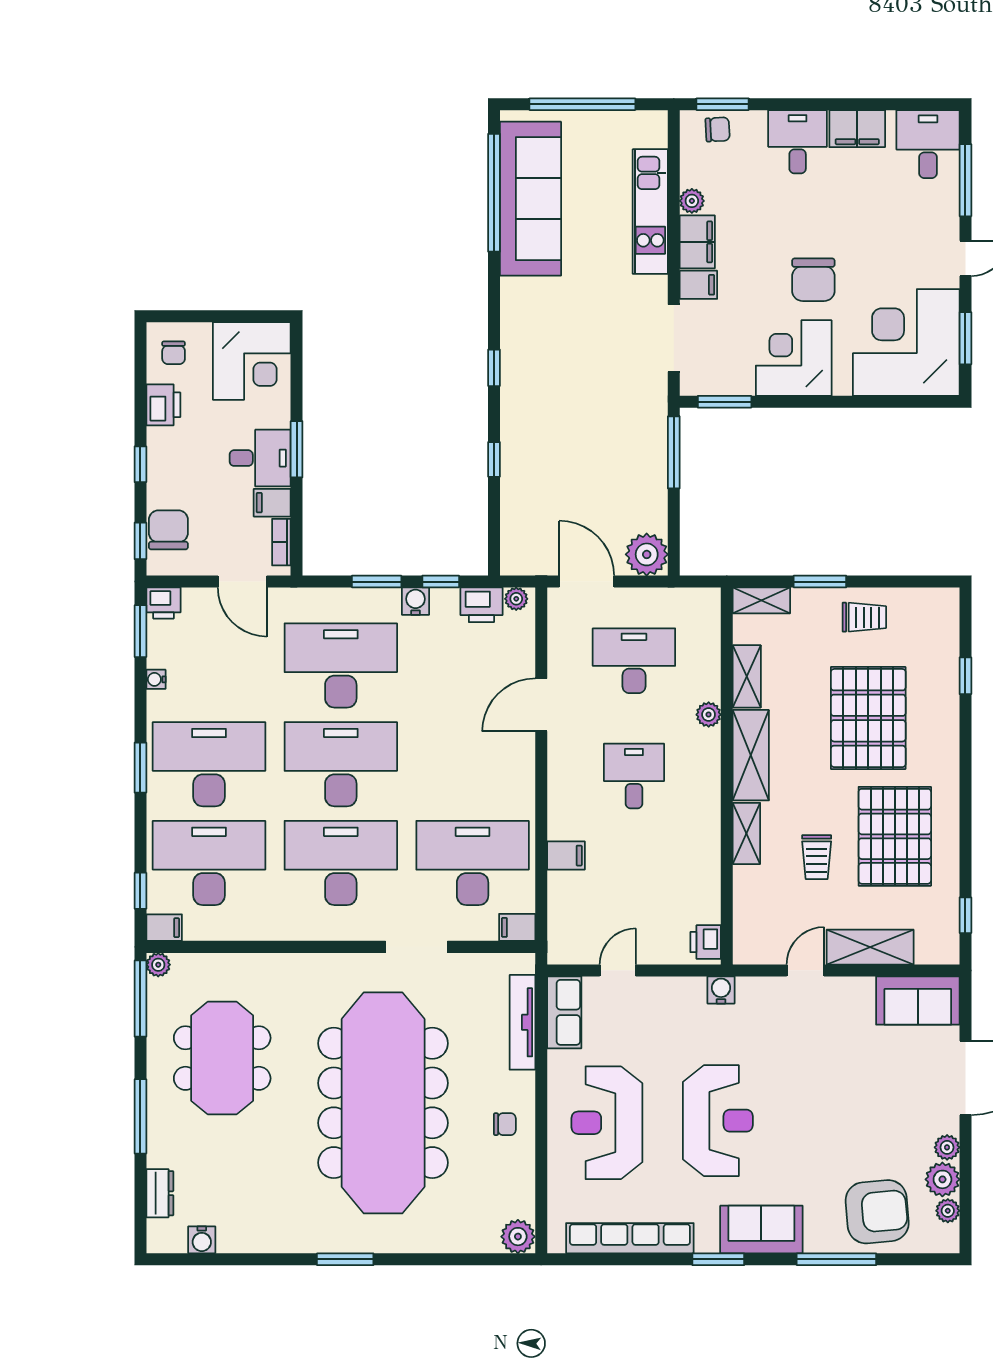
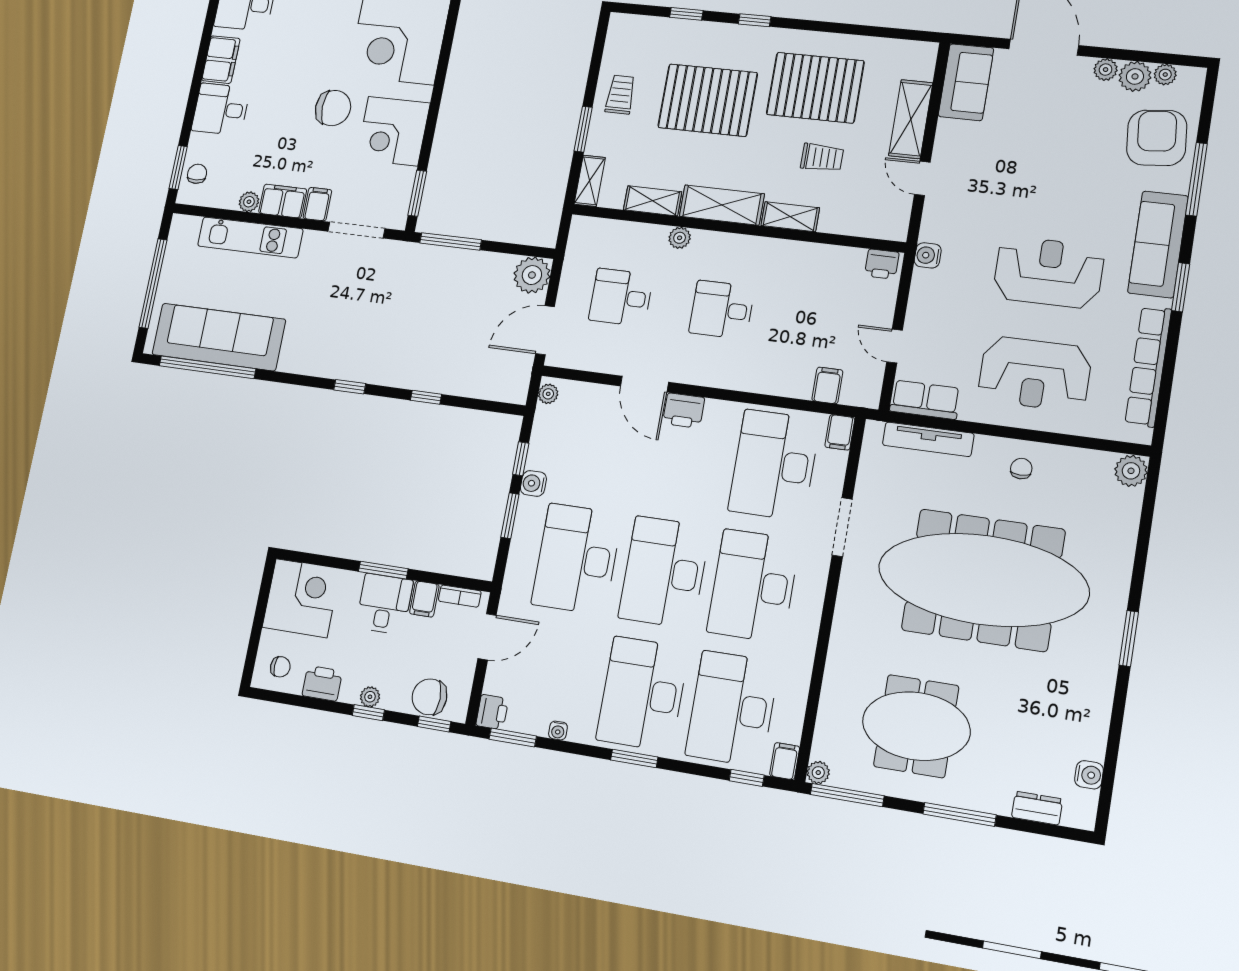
plant: (158, 463) -> (370, 697), added
printer: (481, 605) -> (684, 411), moved, turned 90
desk: (634, 661) -> (621, 297), width x0.73
filing cabinet: (566, 856) -> (827, 385), moved
window: (965, 915) -> (755, 20), moved
sofa: (761, 1229) -> (1158, 244), width x1.36

